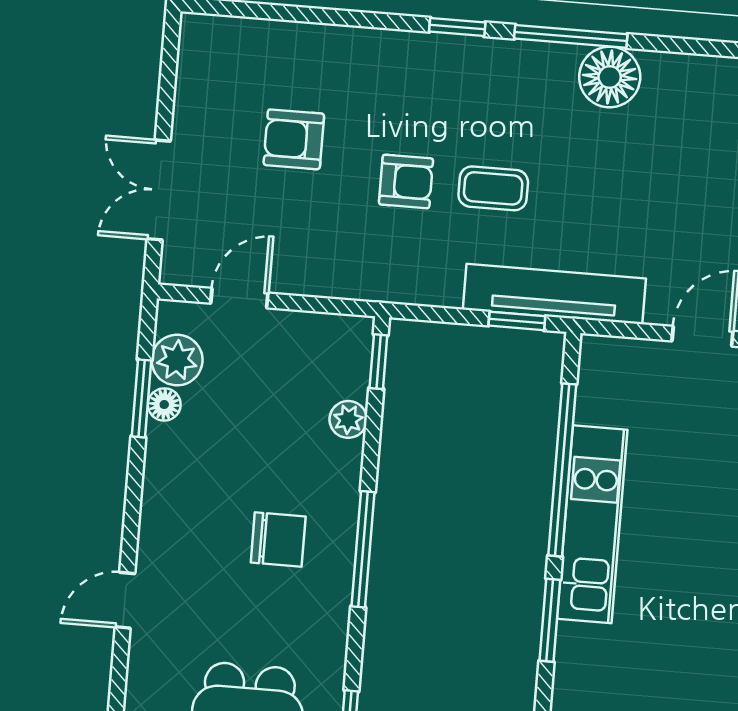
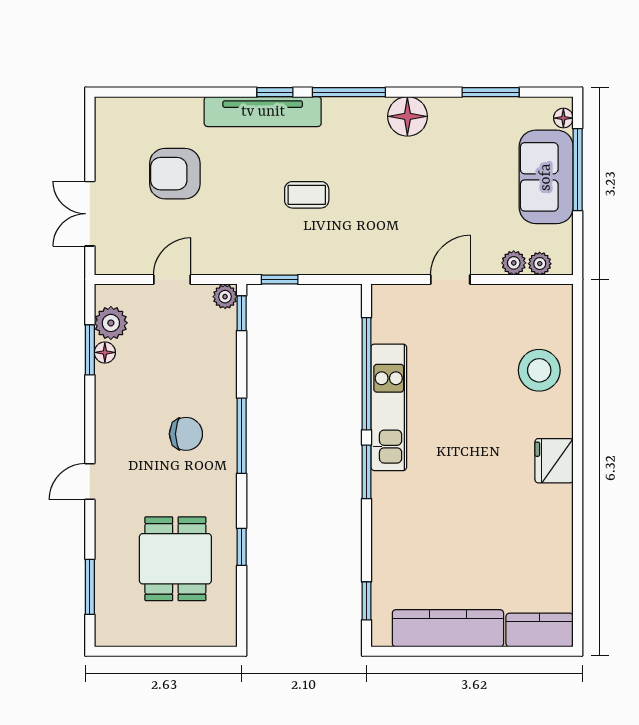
floor lamp: (610, 77) -> (407, 116), moved
armchair: (294, 139) -> (175, 174), width x1.38, depth x1.38
armchair: (406, 181) -> (250, 195), removed
tv unit: (554, 294) -> (263, 112), moved, turned 180
door: (239, 298) -> (172, 279), moved
window: (517, 321) -> (280, 279), moved
plant: (348, 419) -> (225, 297), moved

